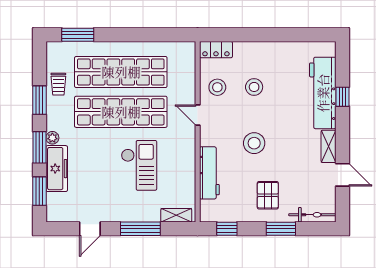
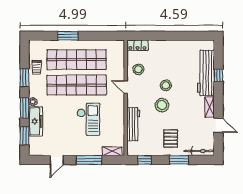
window: (78, 35) -> (68, 36), moved
stool: (254, 87) -> (166, 85), moved

